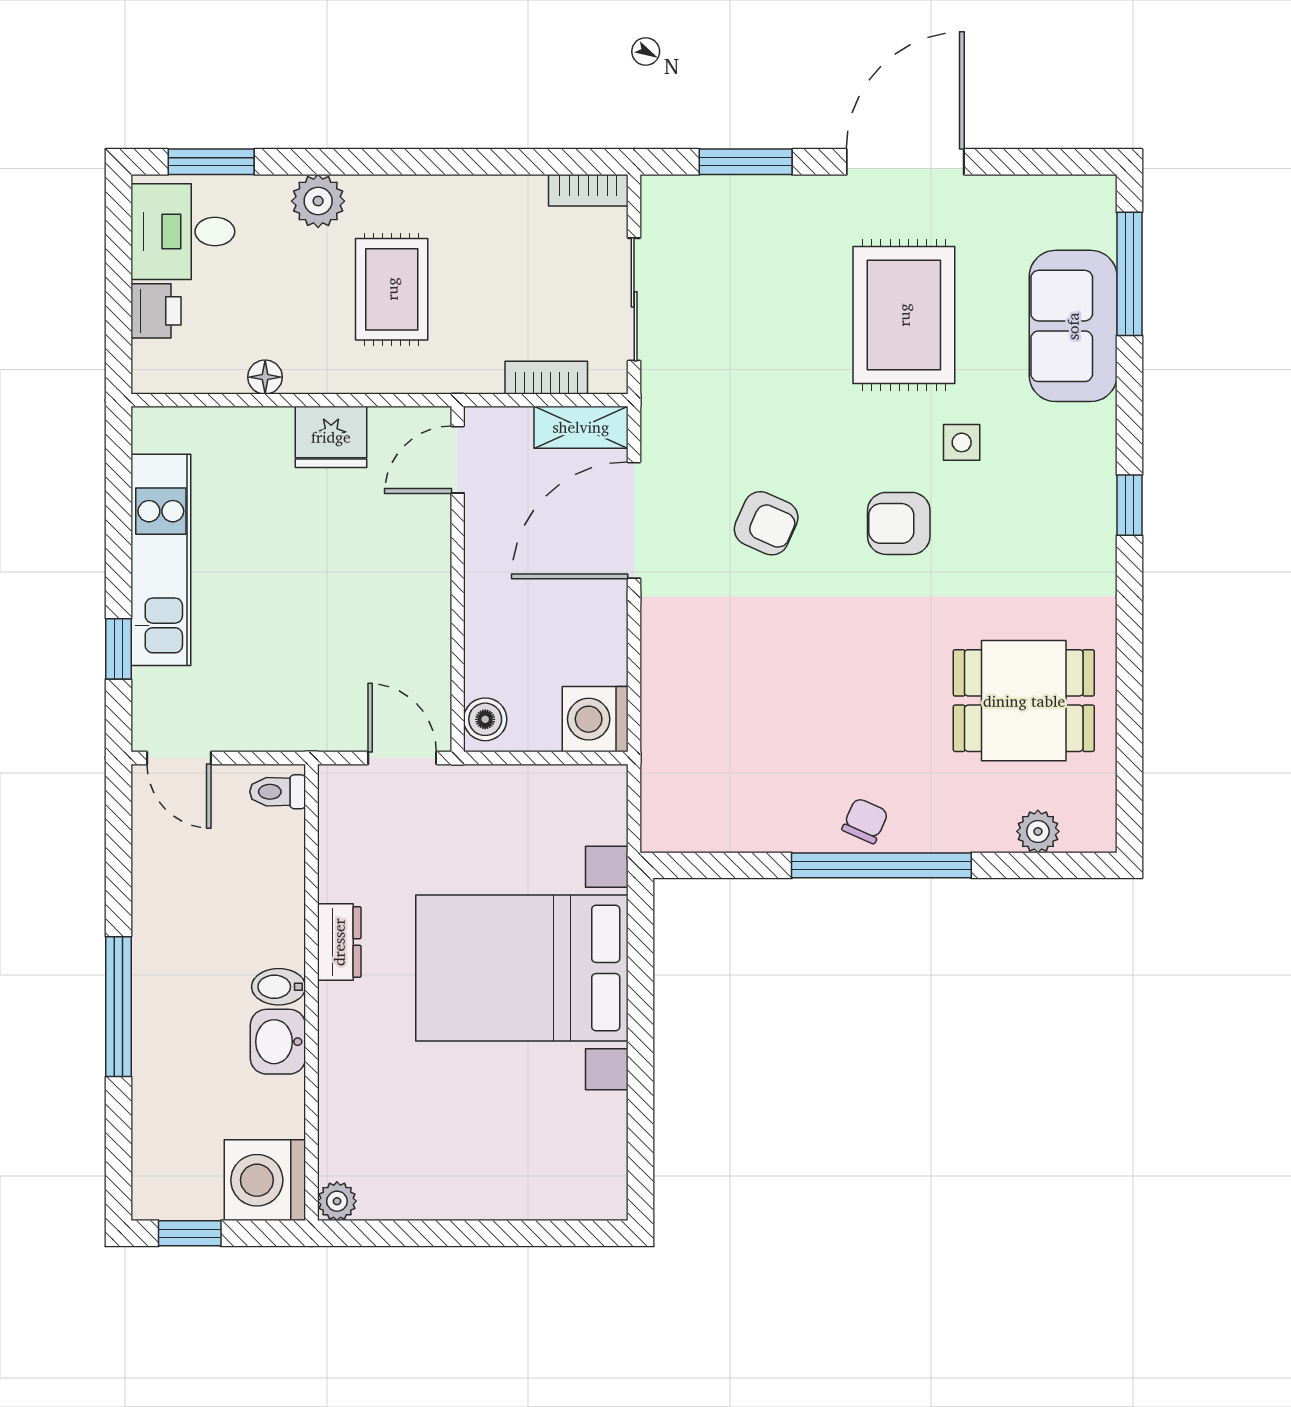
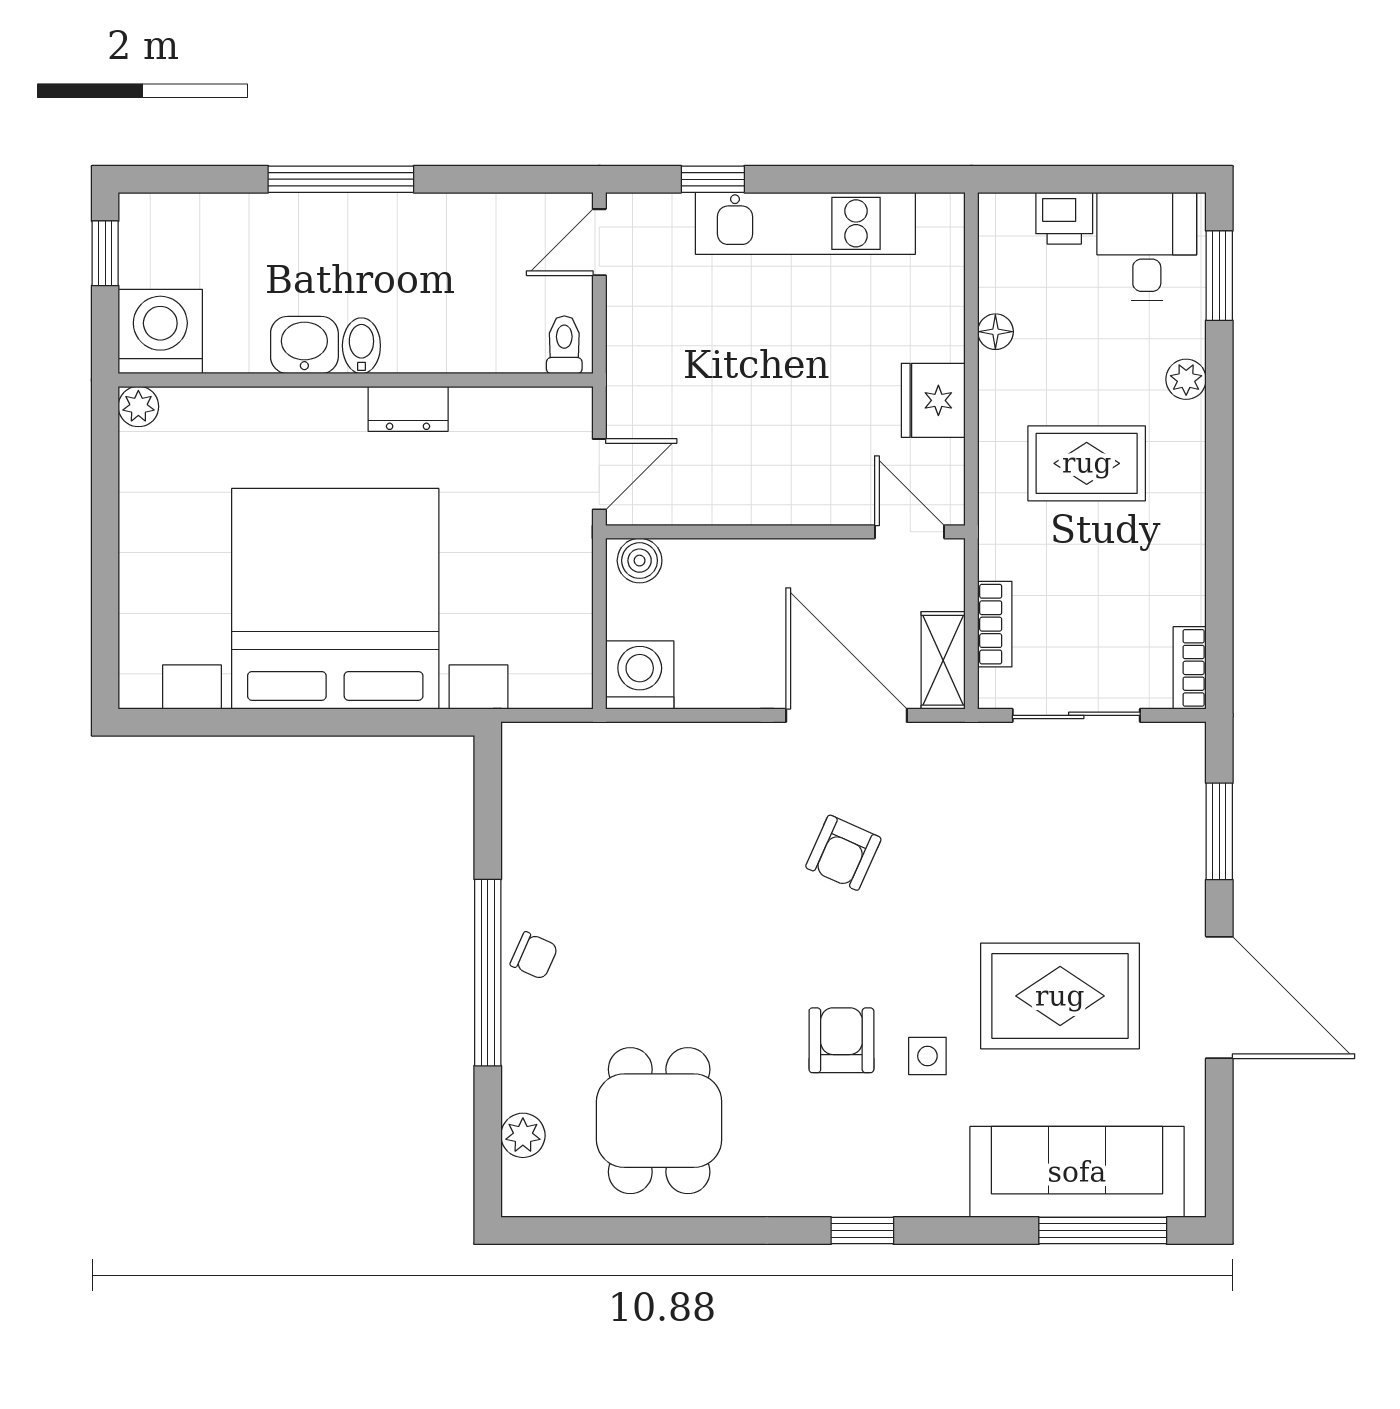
plant: (318, 201) -> (1186, 379), width x0.73, depth x0.73
sofa: (1073, 326) -> (1077, 1172), width x1.36
armchair: (899, 523) -> (841, 1040), moved
bed with nightstands: (522, 968) -> (335, 599), width x1.36

